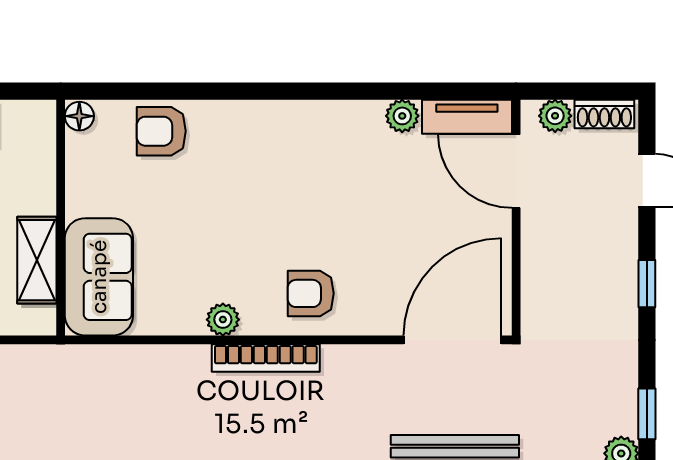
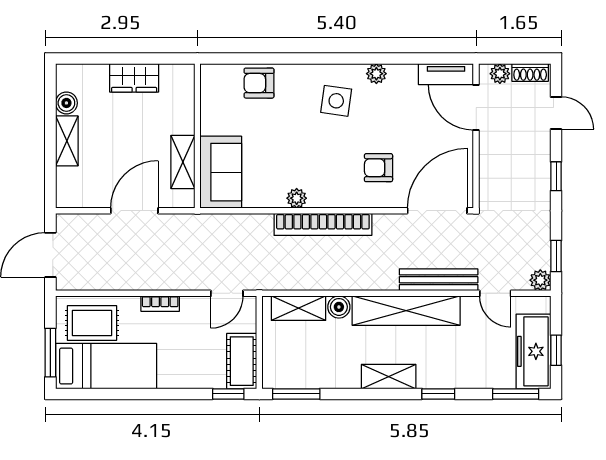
floor lamp: (79, 116) -> (209, 74), removed
plant: (402, 116) -> (376, 74), moved
side table: (287, 160) -> (336, 101), added
armchair: (311, 293) -> (378, 168), moved
bookcase: (266, 358) -> (323, 224), width x1.48, depth x1.31

